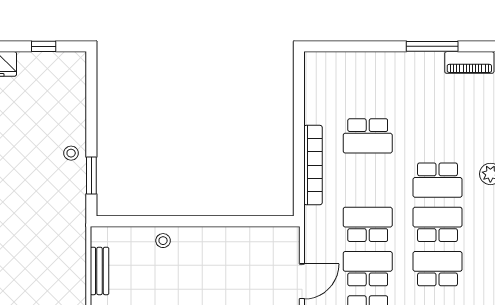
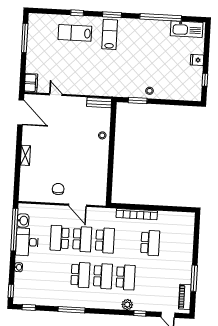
school desk: (368, 136) -> (150, 243), turned 180
school desk: (438, 180) -> (126, 277), turned 180
bench: (99, 271) -> (99, 103), moved

